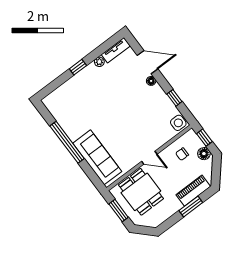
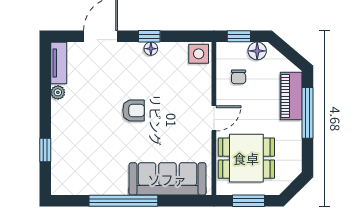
window: (78, 67) -> (45, 150), moved
floor lamp: (151, 81) -> (151, 49), moved
window: (174, 98) -> (149, 36), moved
armchair: (121, 111) -> (134, 110), added
window: (191, 207) -> (307, 113), width x1.44

